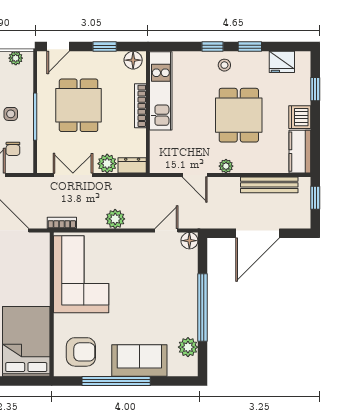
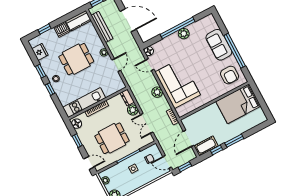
corner sofa: (81, 274) -> (178, 83), moved, turned 90
plant: (188, 347) -> (184, 34), moved
armchair: (81, 352) -> (230, 75), turned 180

